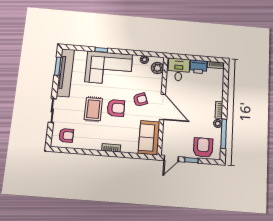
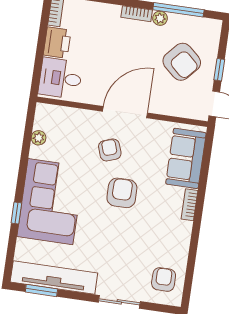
plant: (157, 68) -> (55, 116), removed
rug: (93, 109) -> (121, 232), removed
sofa: (149, 138) -> (186, 158), moved, turned 90
armchair: (203, 148) -> (182, 62), moved, turned -138

